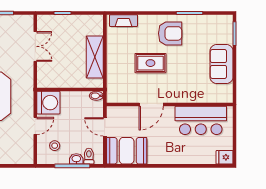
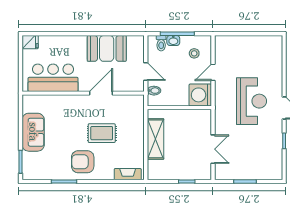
double door: (35, 46) -> (213, 149), swing flipped
bidet: (96, 96) -> (154, 91), moved
booth: (127, 151) -> (107, 48), moved

